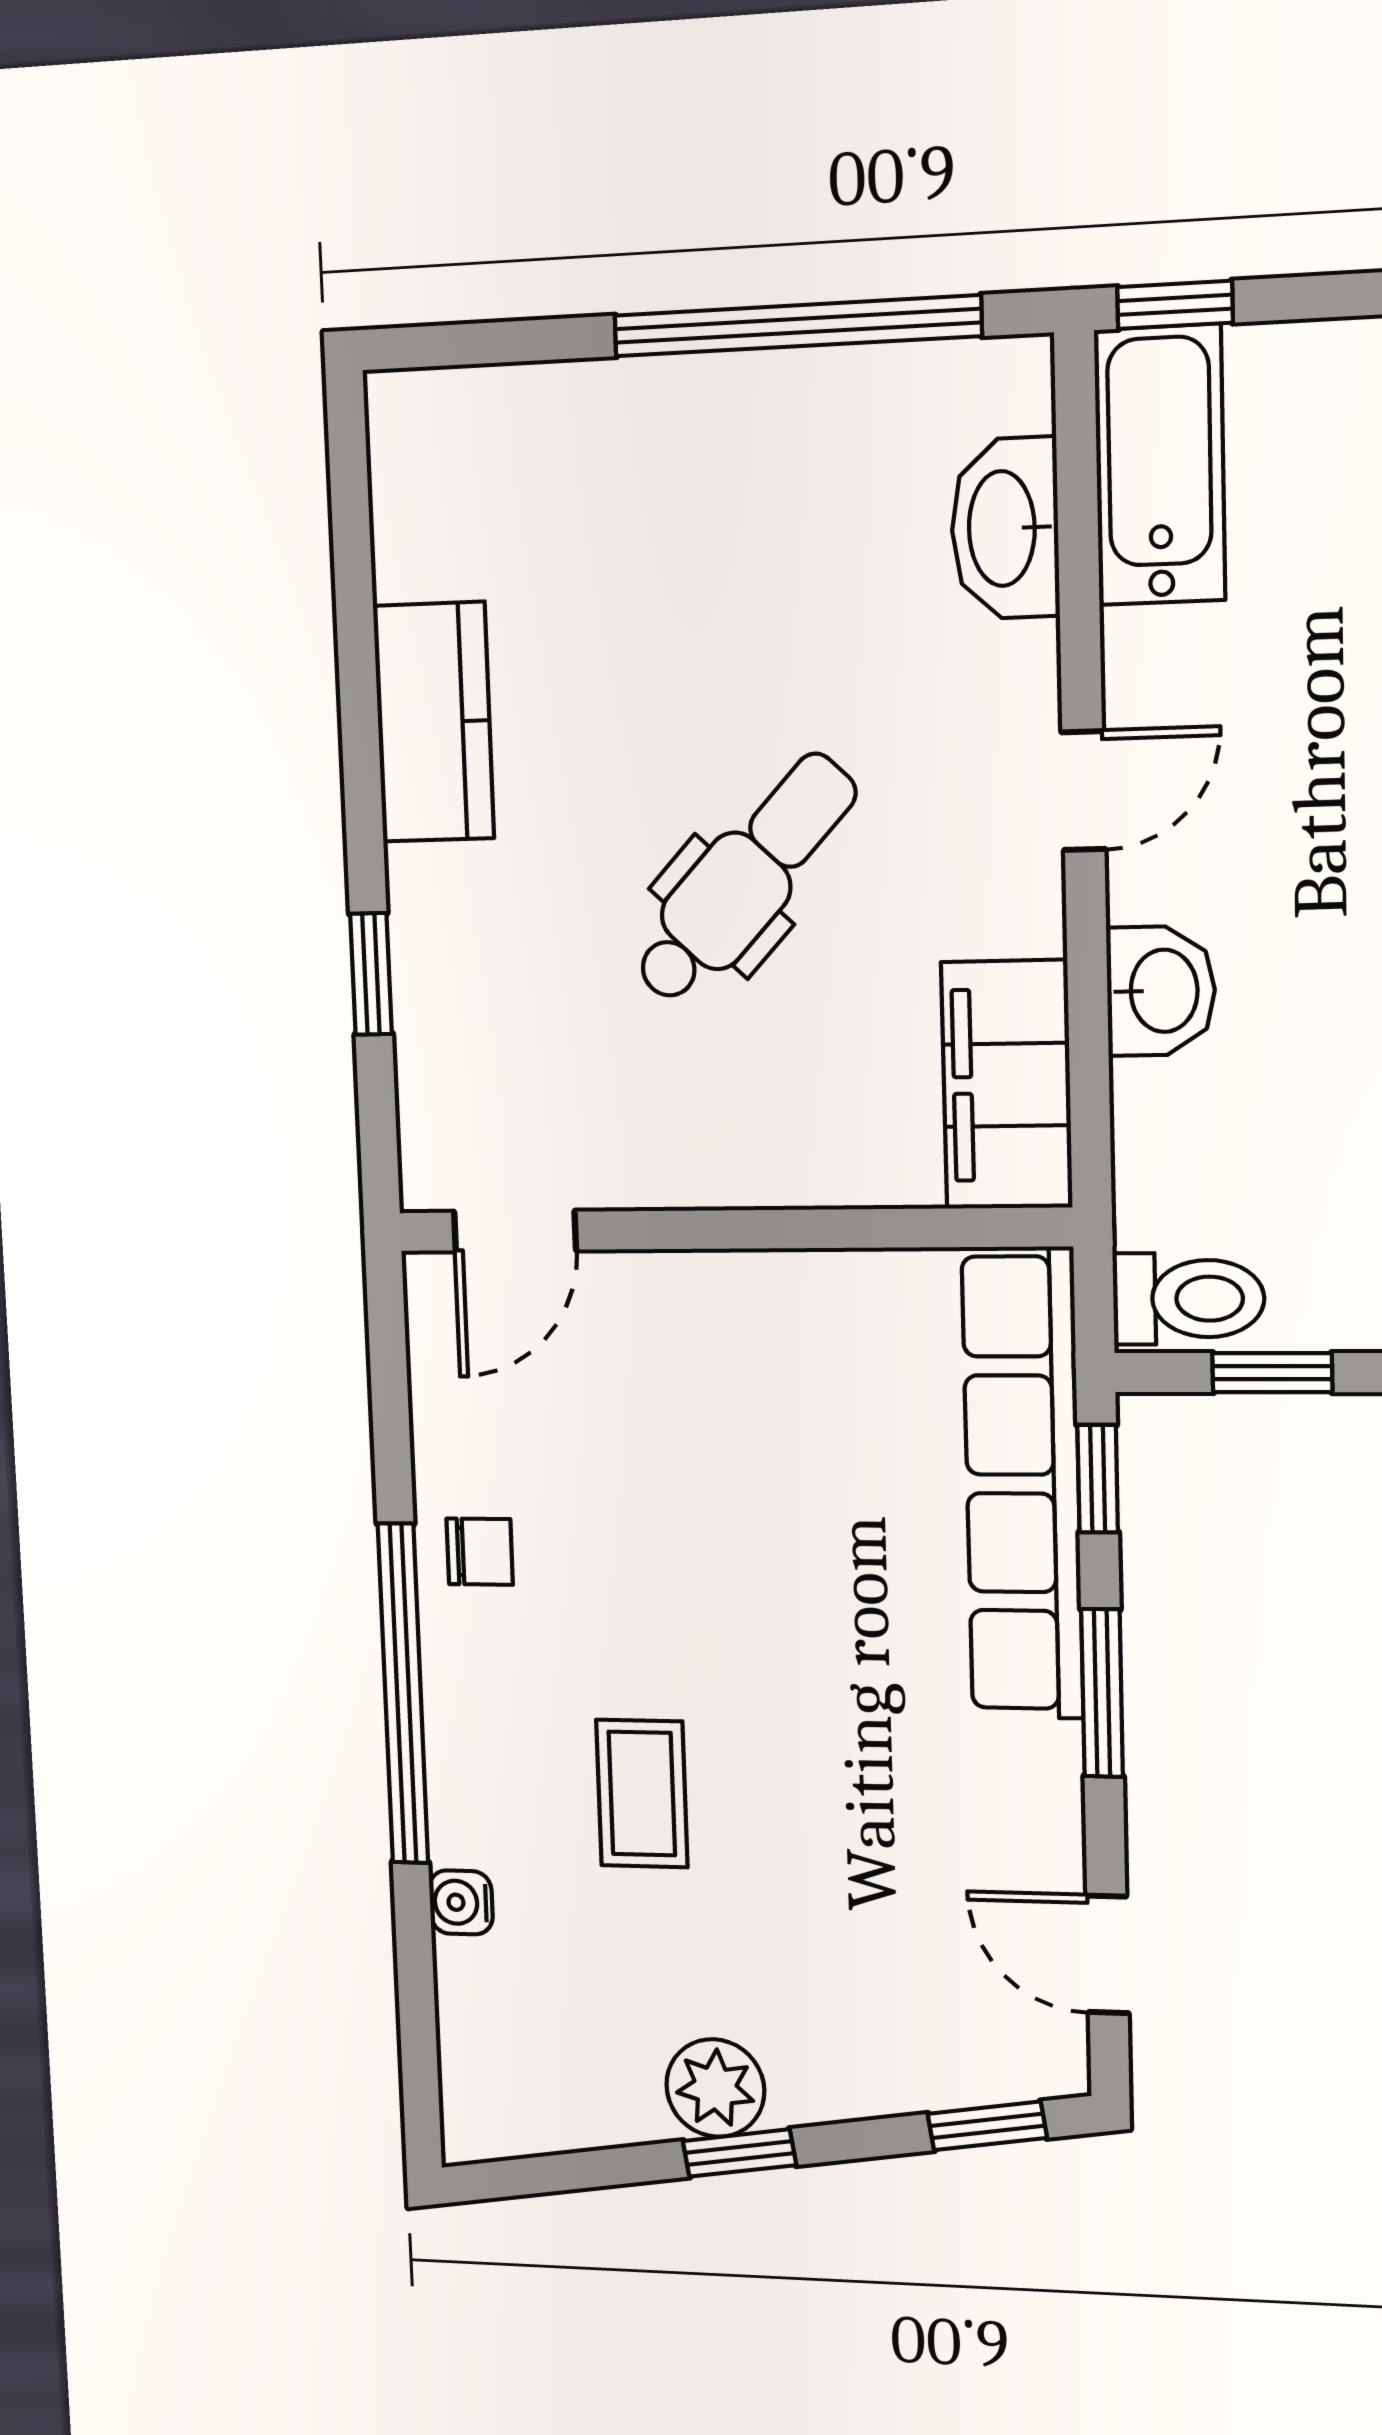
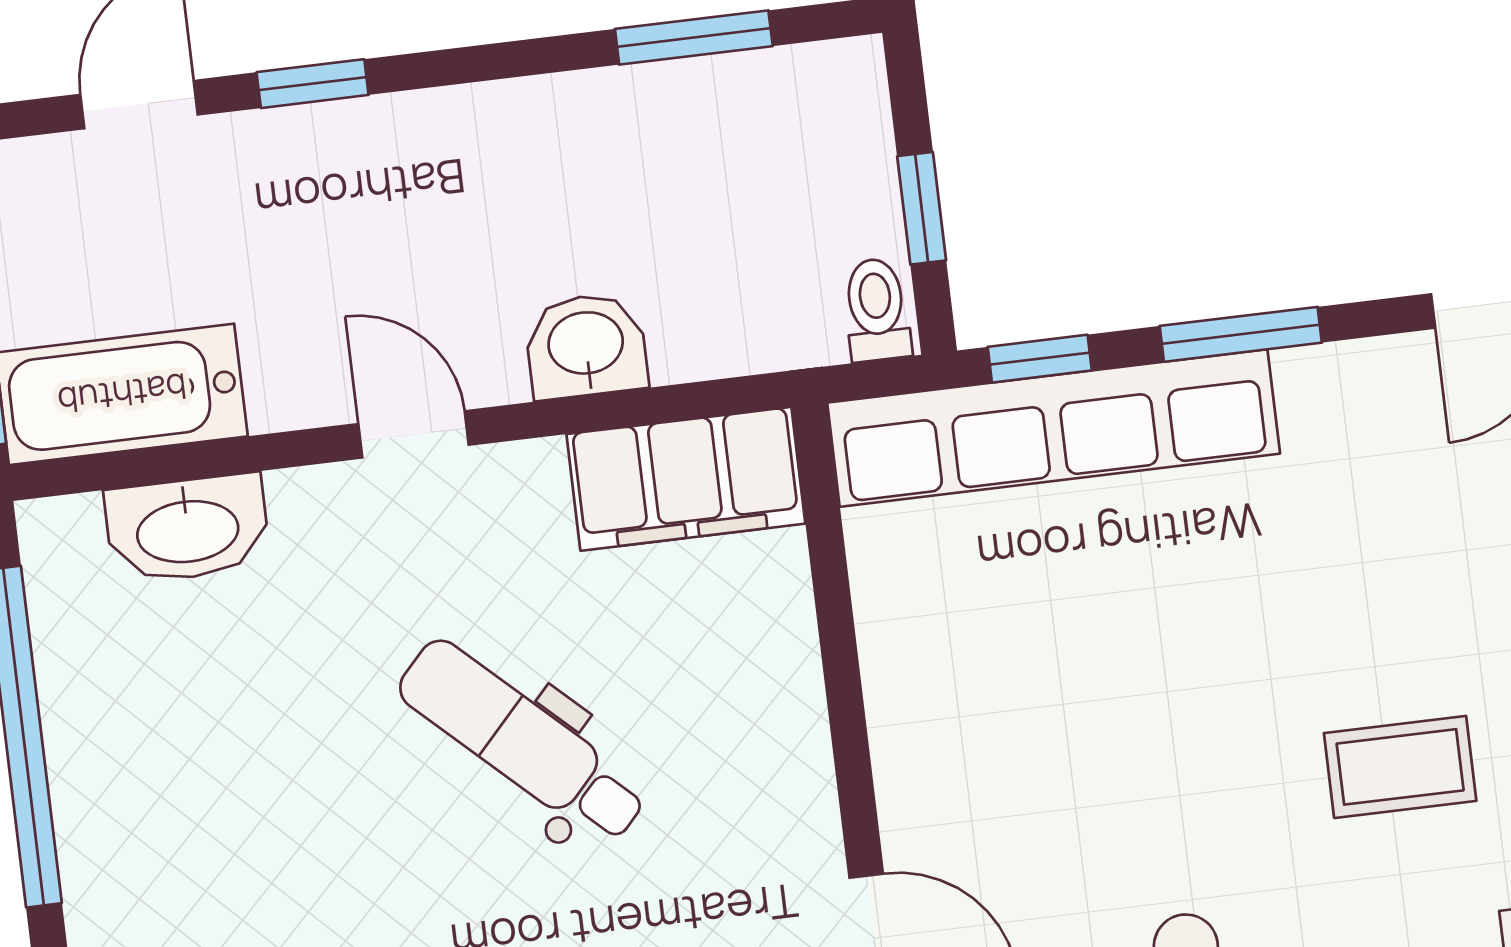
toilet: (1188, 1299) -> (877, 310), width x0.73, depth x0.72

